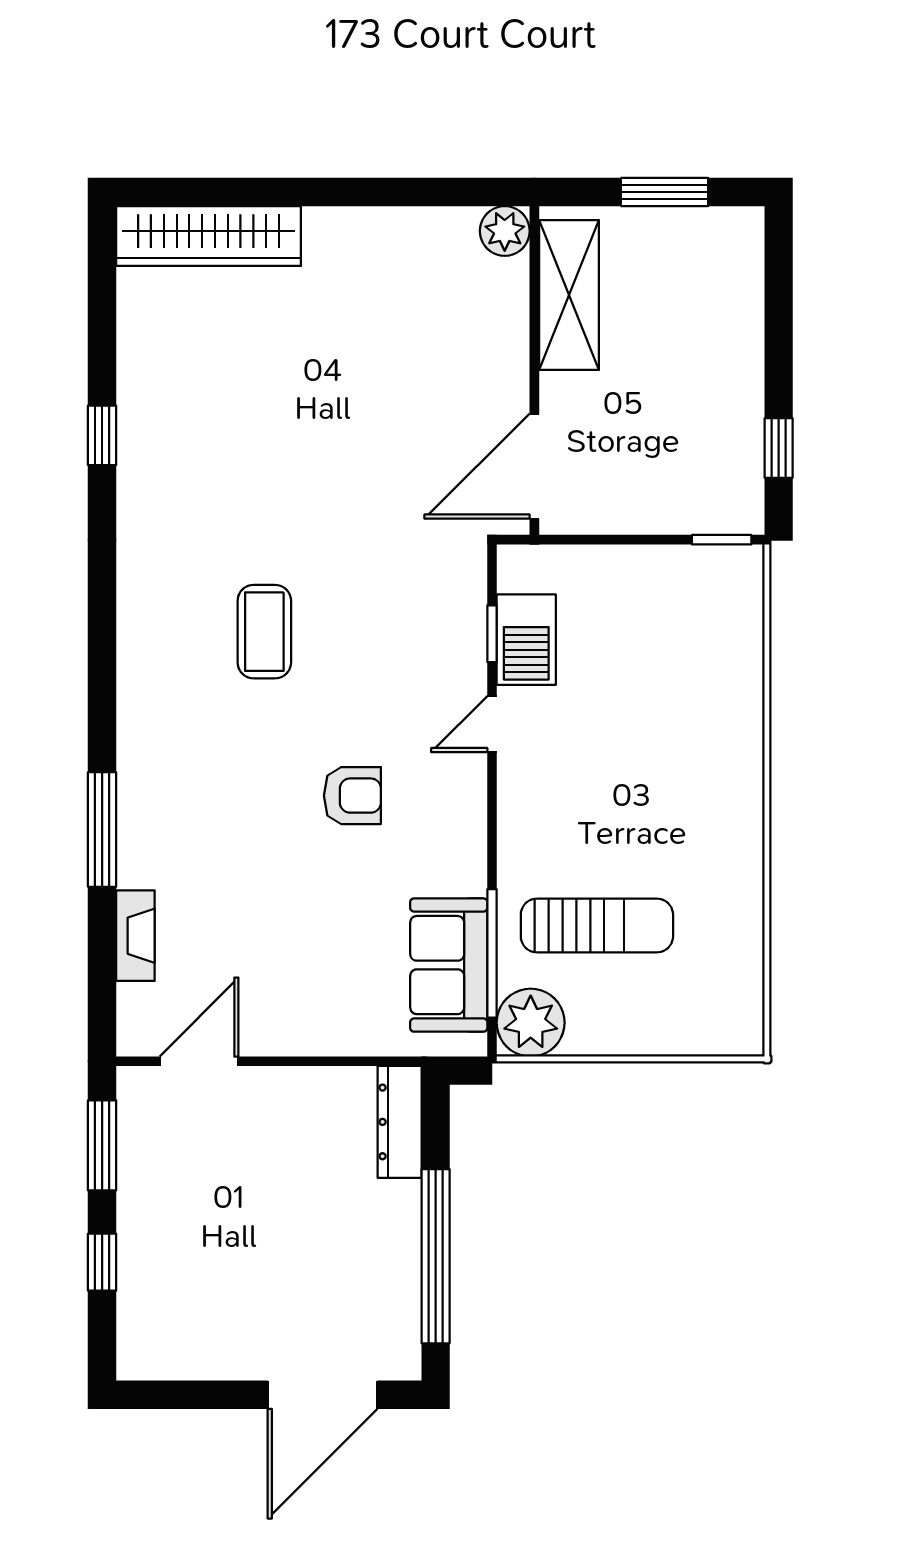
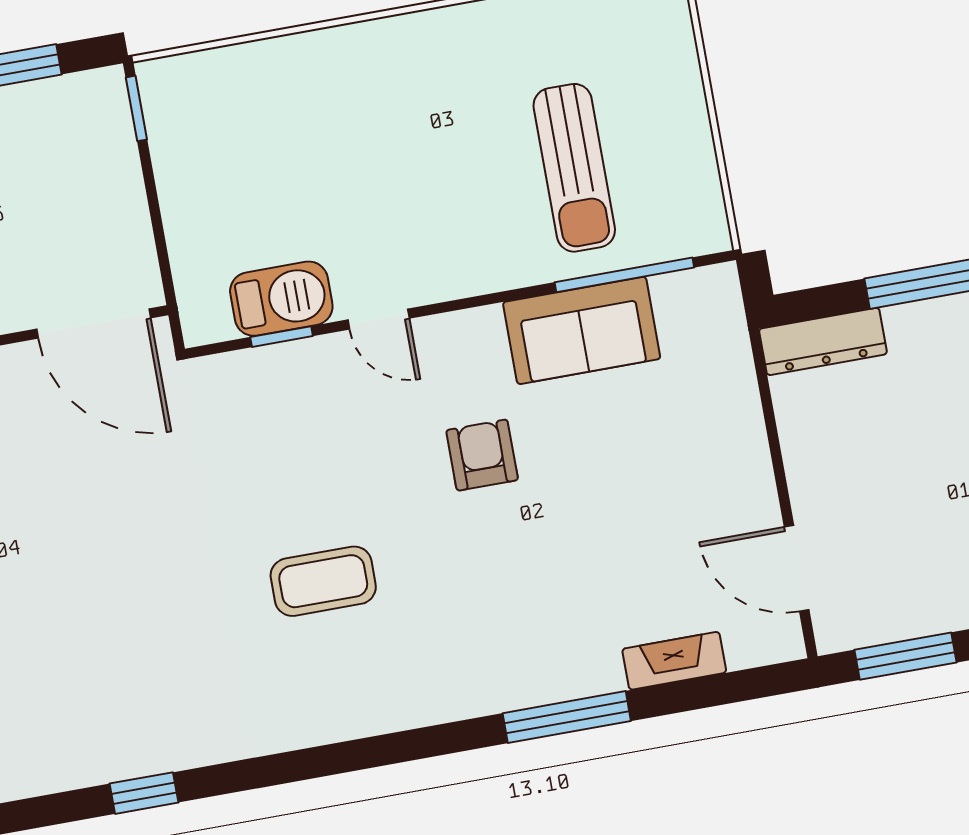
sun lounger: (597, 925) -> (574, 168), turned 180
sofa: (449, 965) -> (582, 330), moved
plant: (531, 1023) -> (691, 220), removed

